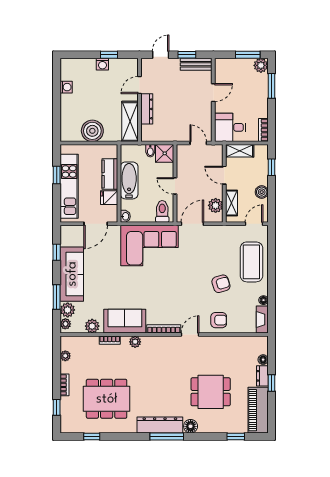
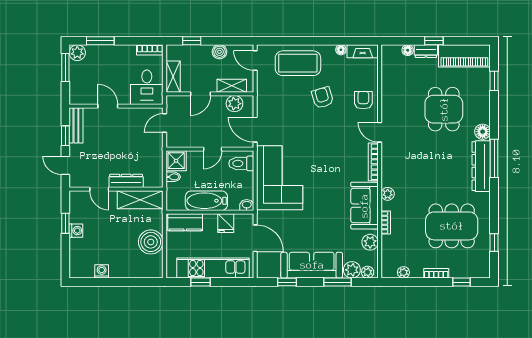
kitchen counter: (110, 174) -> (185, 222), moved
dining table: (107, 399) -> (452, 226), turned 90

